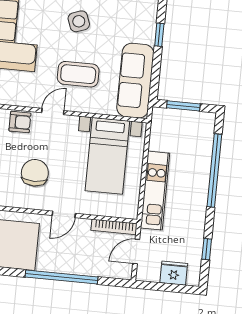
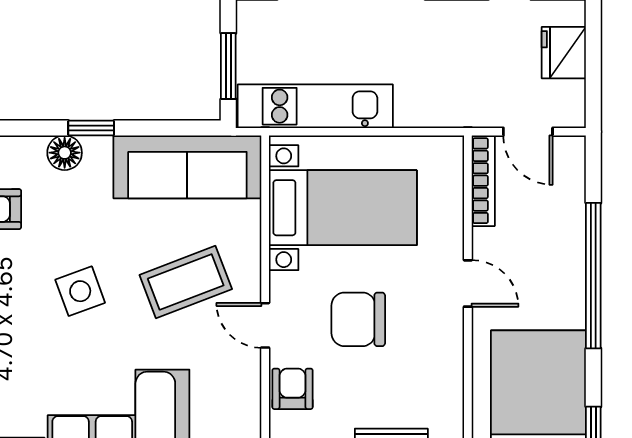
floor lamp: (148, 20) -> (65, 153), added
coffee table: (78, 74) -> (186, 282), turned 69
chair: (35, 173) -> (358, 319), moved
kitchen unit: (155, 191) -> (315, 106), moved

